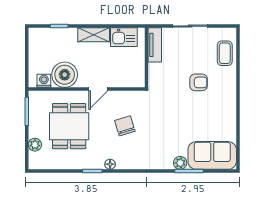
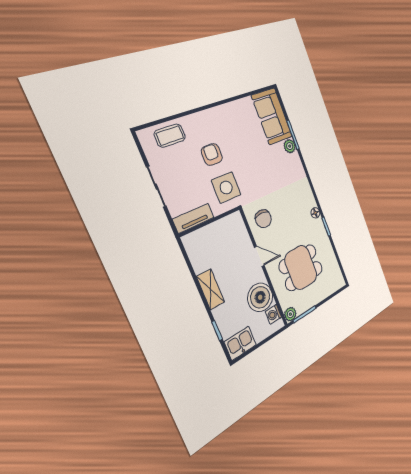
kitchen sink: (124, 37) -> (240, 343), moved, turned -90
side table: (168, 84) -> (226, 188), added
chair: (125, 126) -> (263, 219), moved, turned -73
plant: (35, 145) -> (290, 314), moved

